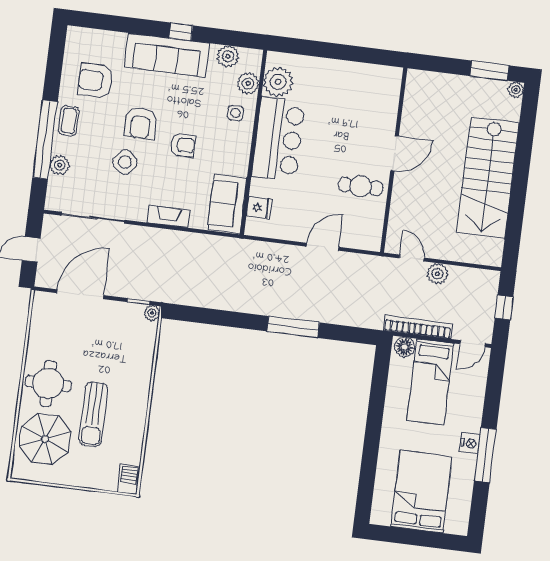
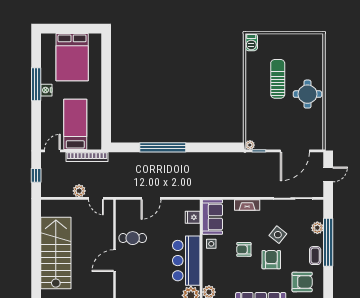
side table: (235, 113) -> (211, 244), moved
window: (293, 327) -> (163, 147), width x1.46
floor lamp: (405, 347) -> (94, 144), removed
parasol: (45, 439) -> (305, 60), removed

